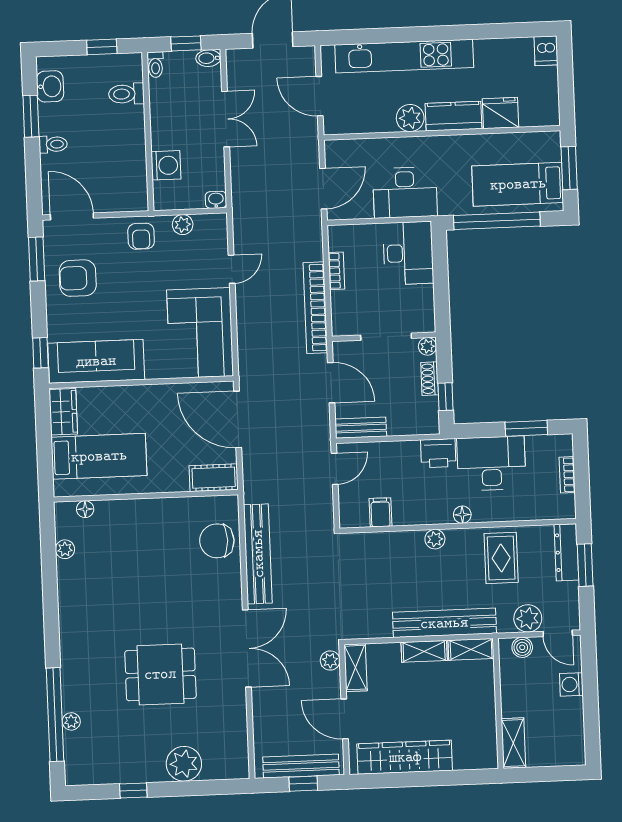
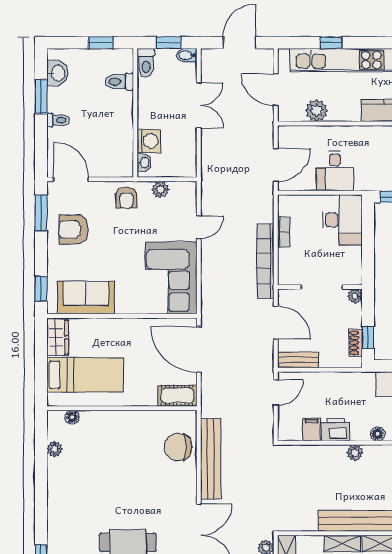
window: (385, 35) -> (331, 43), added
toilet: (155, 65) -> (146, 63), width x1.37, depth x1.39
plant: (410, 118) -> (317, 110), moved
desk: (405, 193) -> (335, 171), width x0.73
washbasin: (216, 200) -> (144, 163), moved, turned 90
sofa: (96, 361) -> (86, 298), width x0.73
shoe rack: (430, 379) -> (356, 343), moved
printer: (438, 453) -> (336, 429), moved, turned 180

